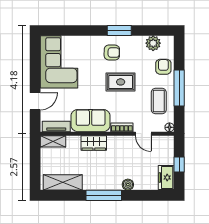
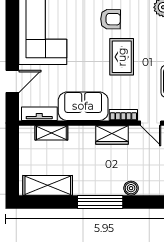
rug: (121, 82) -> (122, 57), turned 90
shelving: (53, 141) -> (51, 133), moved
wardrobe: (94, 143) -> (112, 135), moved

